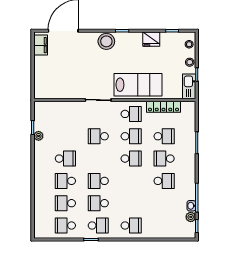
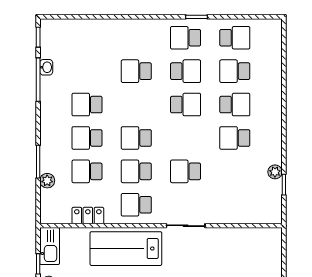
locker: (164, 107) -> (88, 216), width x0.66
school desk: (98, 136) -> (186, 171), turned 180
school desk: (164, 159) -> (87, 138), turned 180
school desk: (65, 203) -> (235, 71), turned 180
plant: (191, 217) -> (47, 181), moved
school desk: (131, 226) -> (136, 71), moved

